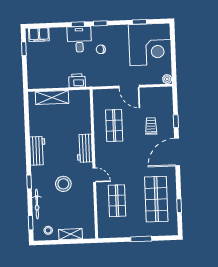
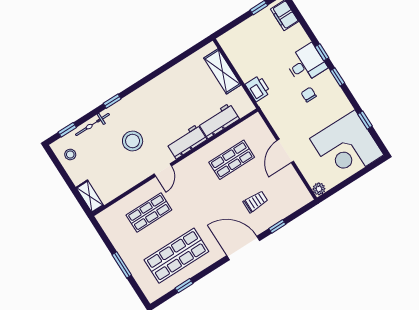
workbench: (38, 151) -> (219, 121), moved, turned 180
shelving: (71, 234) -> (90, 196), moved

